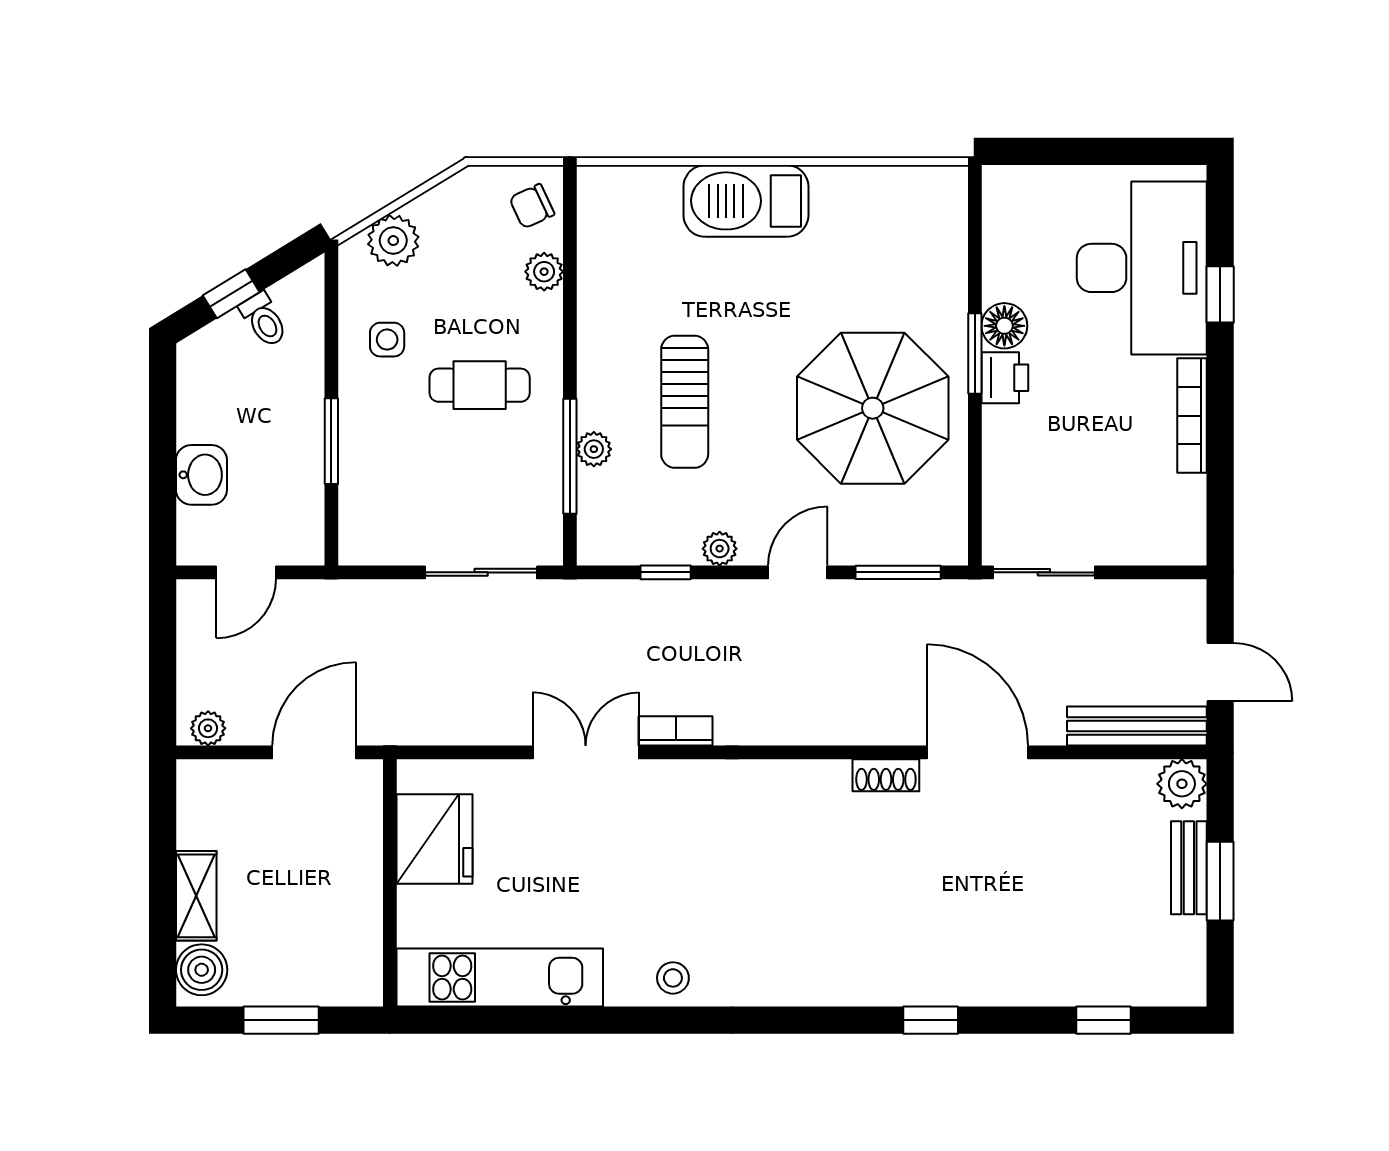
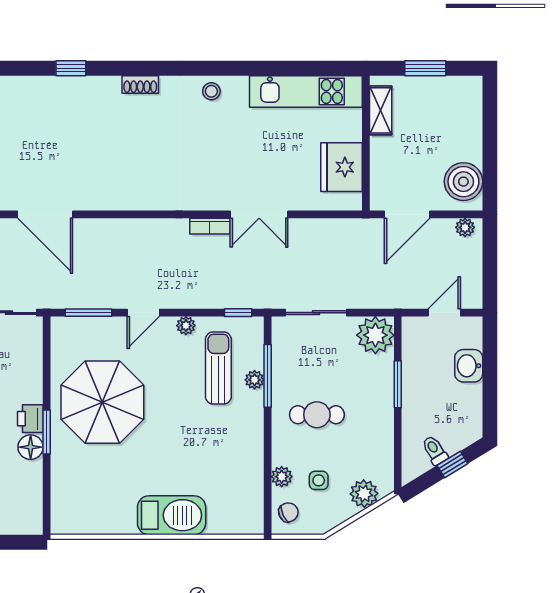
side table: (387, 340) -> (319, 480), moved
sun lounger: (685, 402) -> (218, 368), moved
plant: (372, 531) -> (375, 335), added
window: (666, 572) -> (238, 313), moved
shoe rack: (886, 775) -> (140, 84), moved, turned 180
shelving: (196, 896) -> (381, 110), moved
boiler: (202, 970) -> (463, 182), moved, width x1.37, depth x1.37

